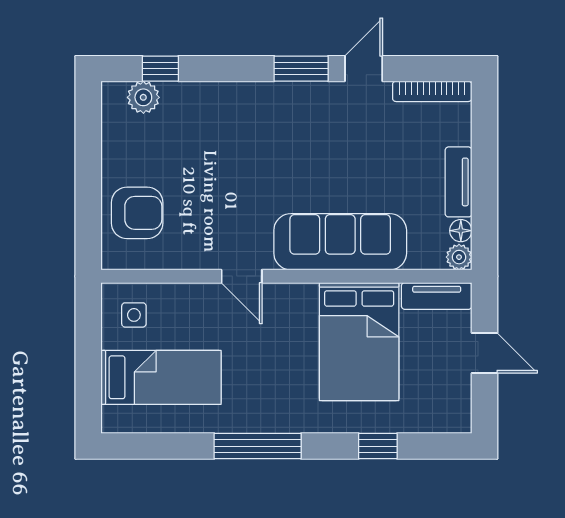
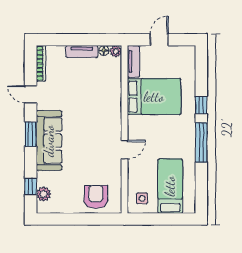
window: (301, 69) -> (31, 134), moved
sofa: (340, 242) -> (49, 141), moved, turned 180
window: (378, 446) -> (201, 105), moved

